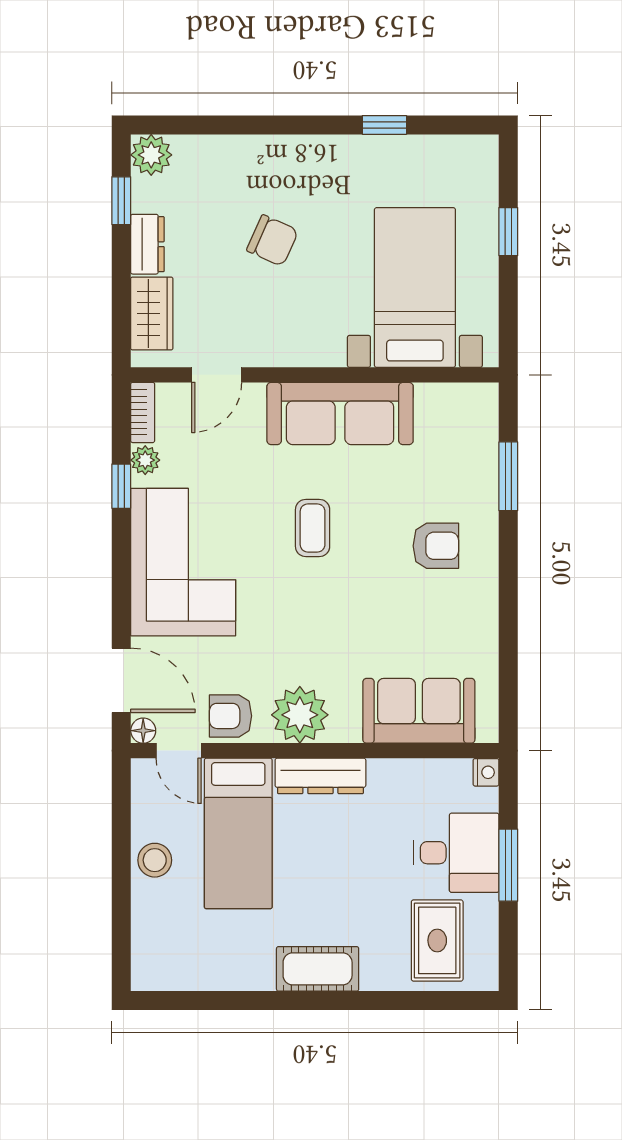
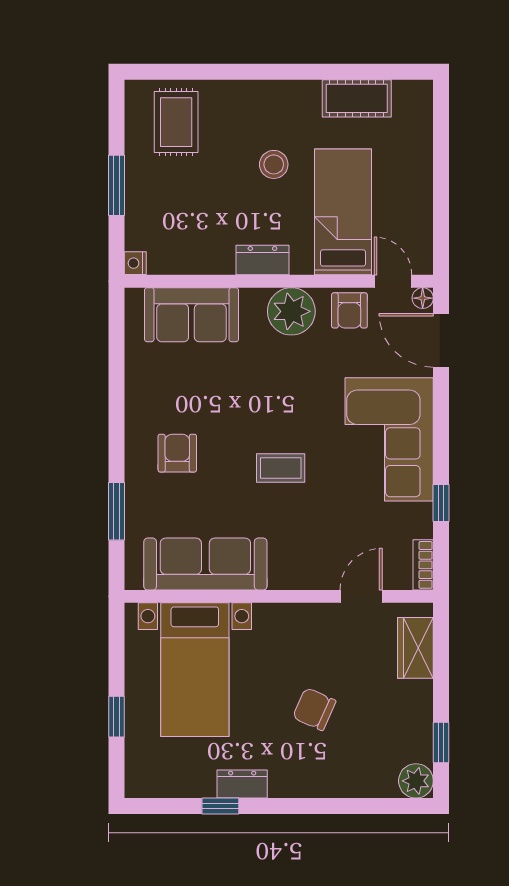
dresser: (147, 244) -> (242, 784), moved, turned 90
sofa: (340, 413) -> (205, 564), moved
plant: (145, 460) -> (421, 525), removed
coffee table: (313, 528) -> (281, 468), turned 90
armchair: (436, 546) -> (177, 453), turned 90
armchair: (231, 716) -> (349, 310), turned 90
dresser: (320, 776) -> (262, 260), width x0.70
desk: (456, 853) -> (160, 196), removed
stool: (155, 860) -> (274, 164), moved
cot: (318, 969) -> (357, 98), moved

